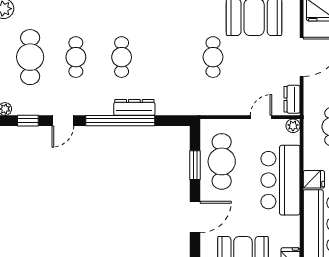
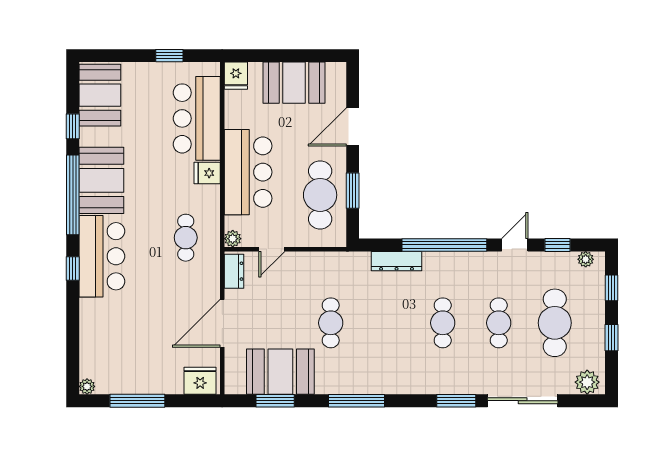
dresser: (134, 107) -> (397, 261), moved

